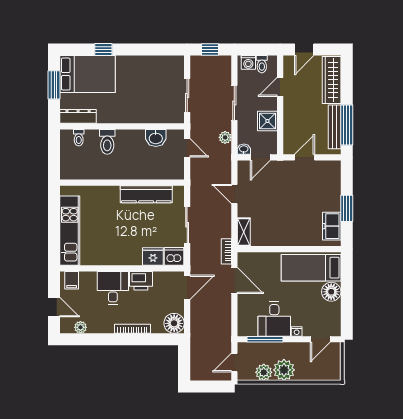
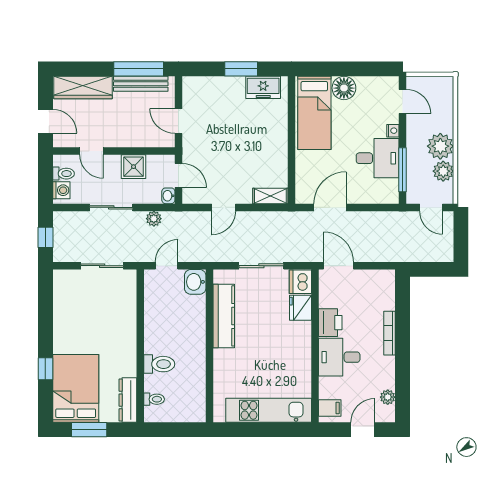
washbasin: (156, 138) -> (195, 282), moved, turned 180
bookcase: (226, 251) -> (294, 217), removed
floor lamp: (174, 323) -> (383, 282), removed

